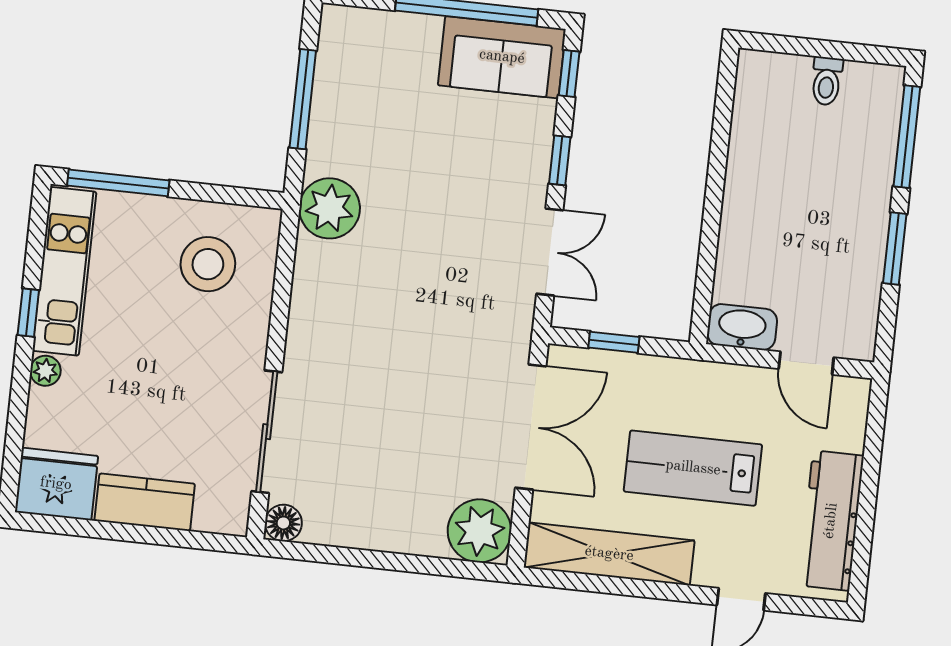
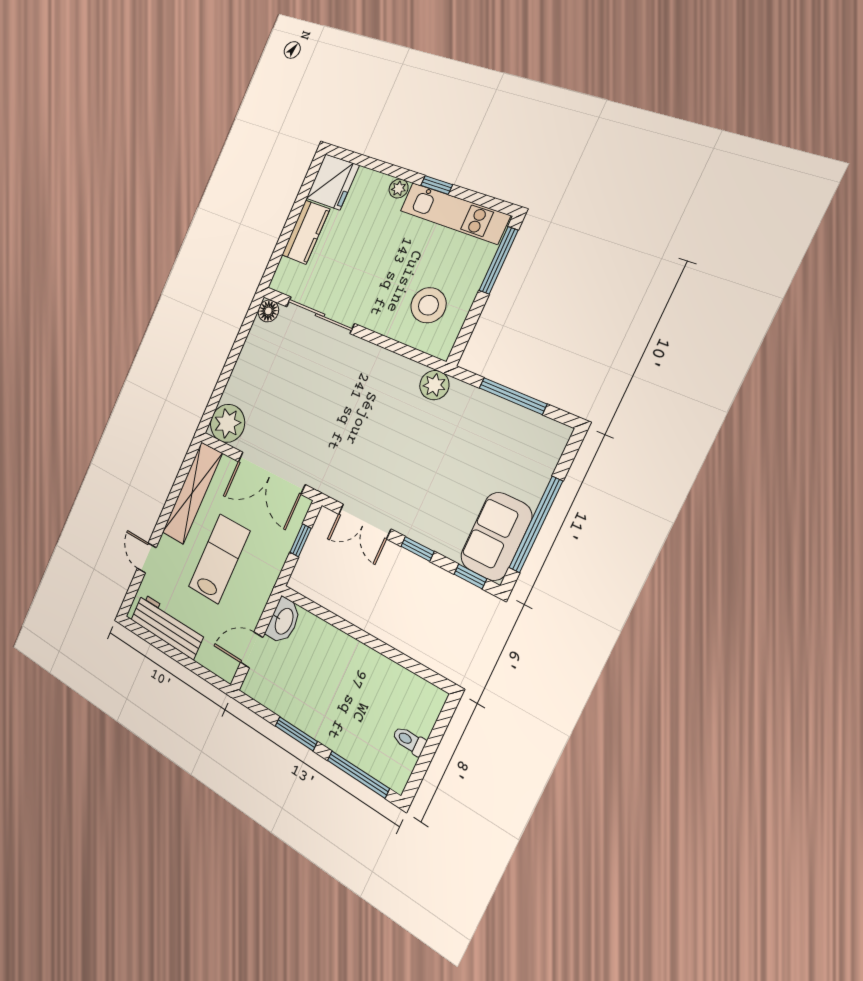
plant: (330, 208) -> (434, 385), width x0.73, depth x0.73

